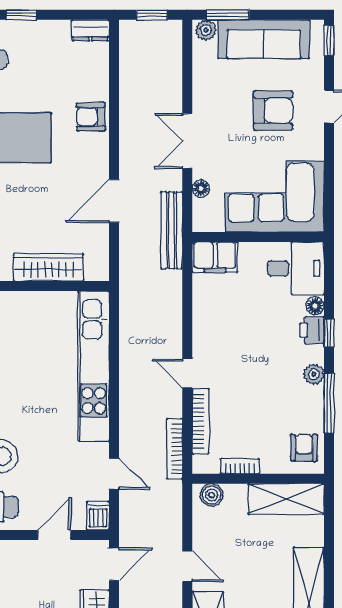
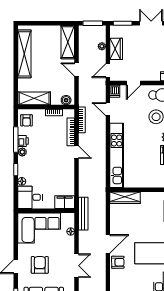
armchair: (273, 111) -> (40, 265), turned 90
double door: (187, 141) -> (76, 266), moved
door: (114, 201) -> (108, 244), moved
wardrobe: (48, 267) -> (125, 198), moved
printer: (312, 330) -> (23, 141), moved

